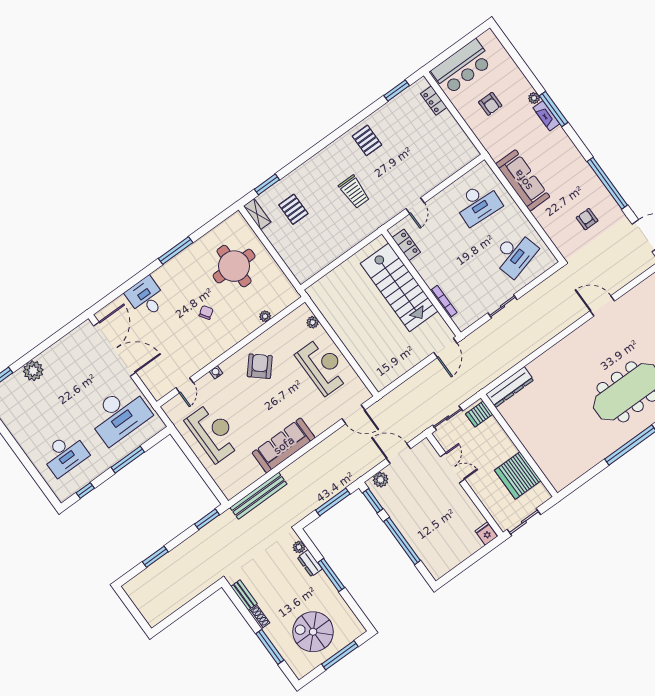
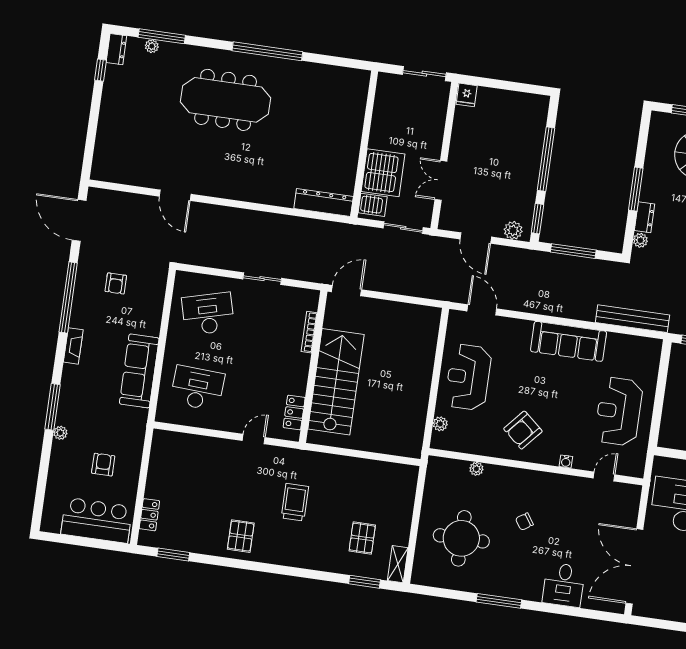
fireplace: (546, 116) -> (73, 346), moved
server rack: (518, 475) -> (383, 173), moved

